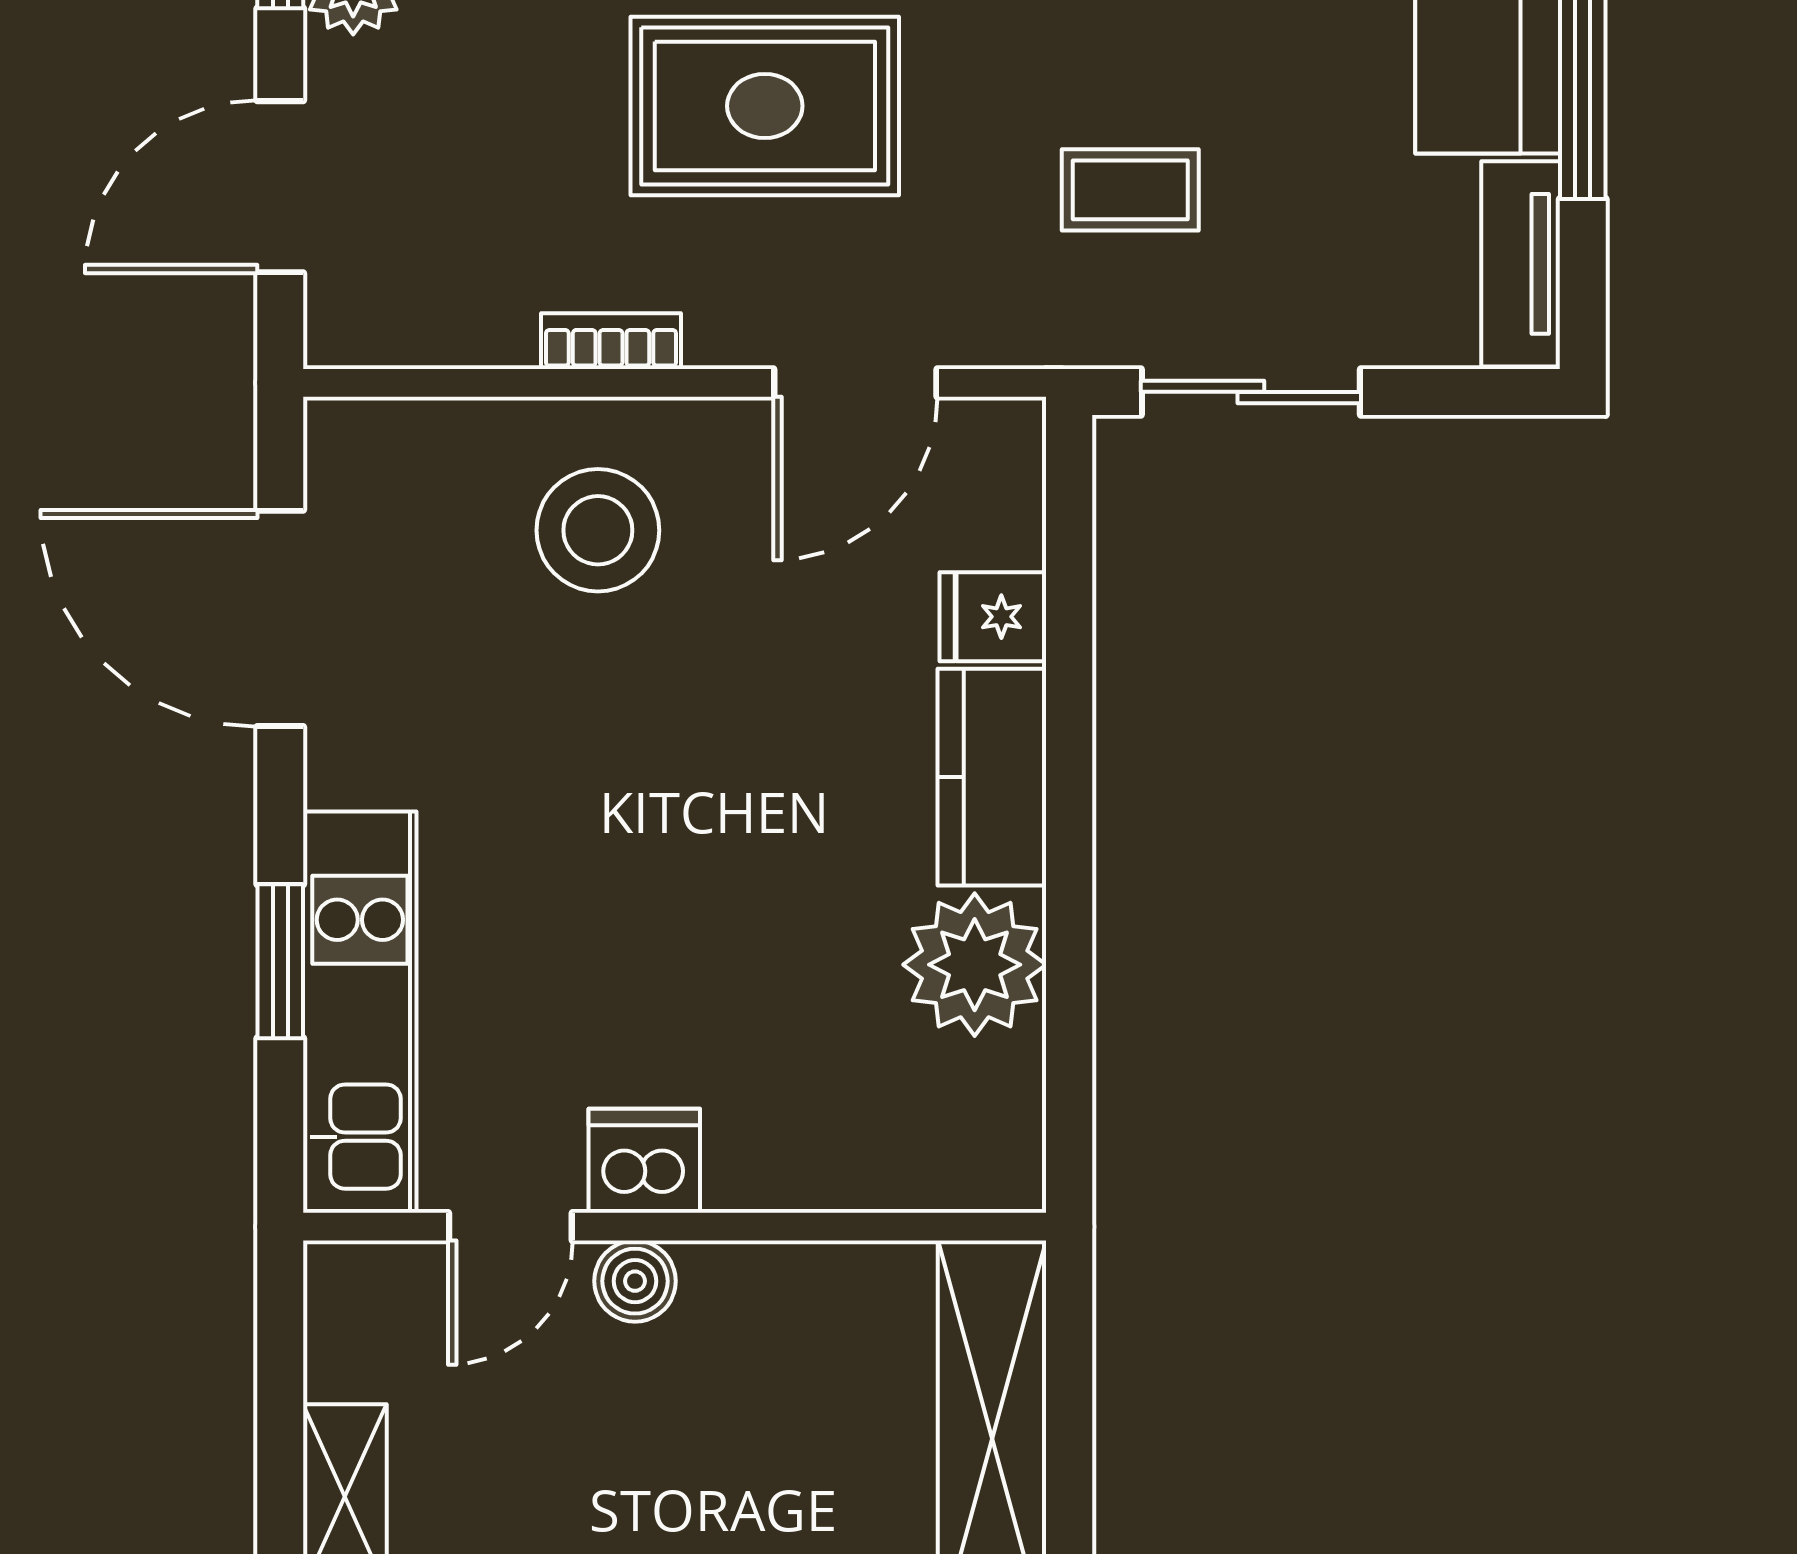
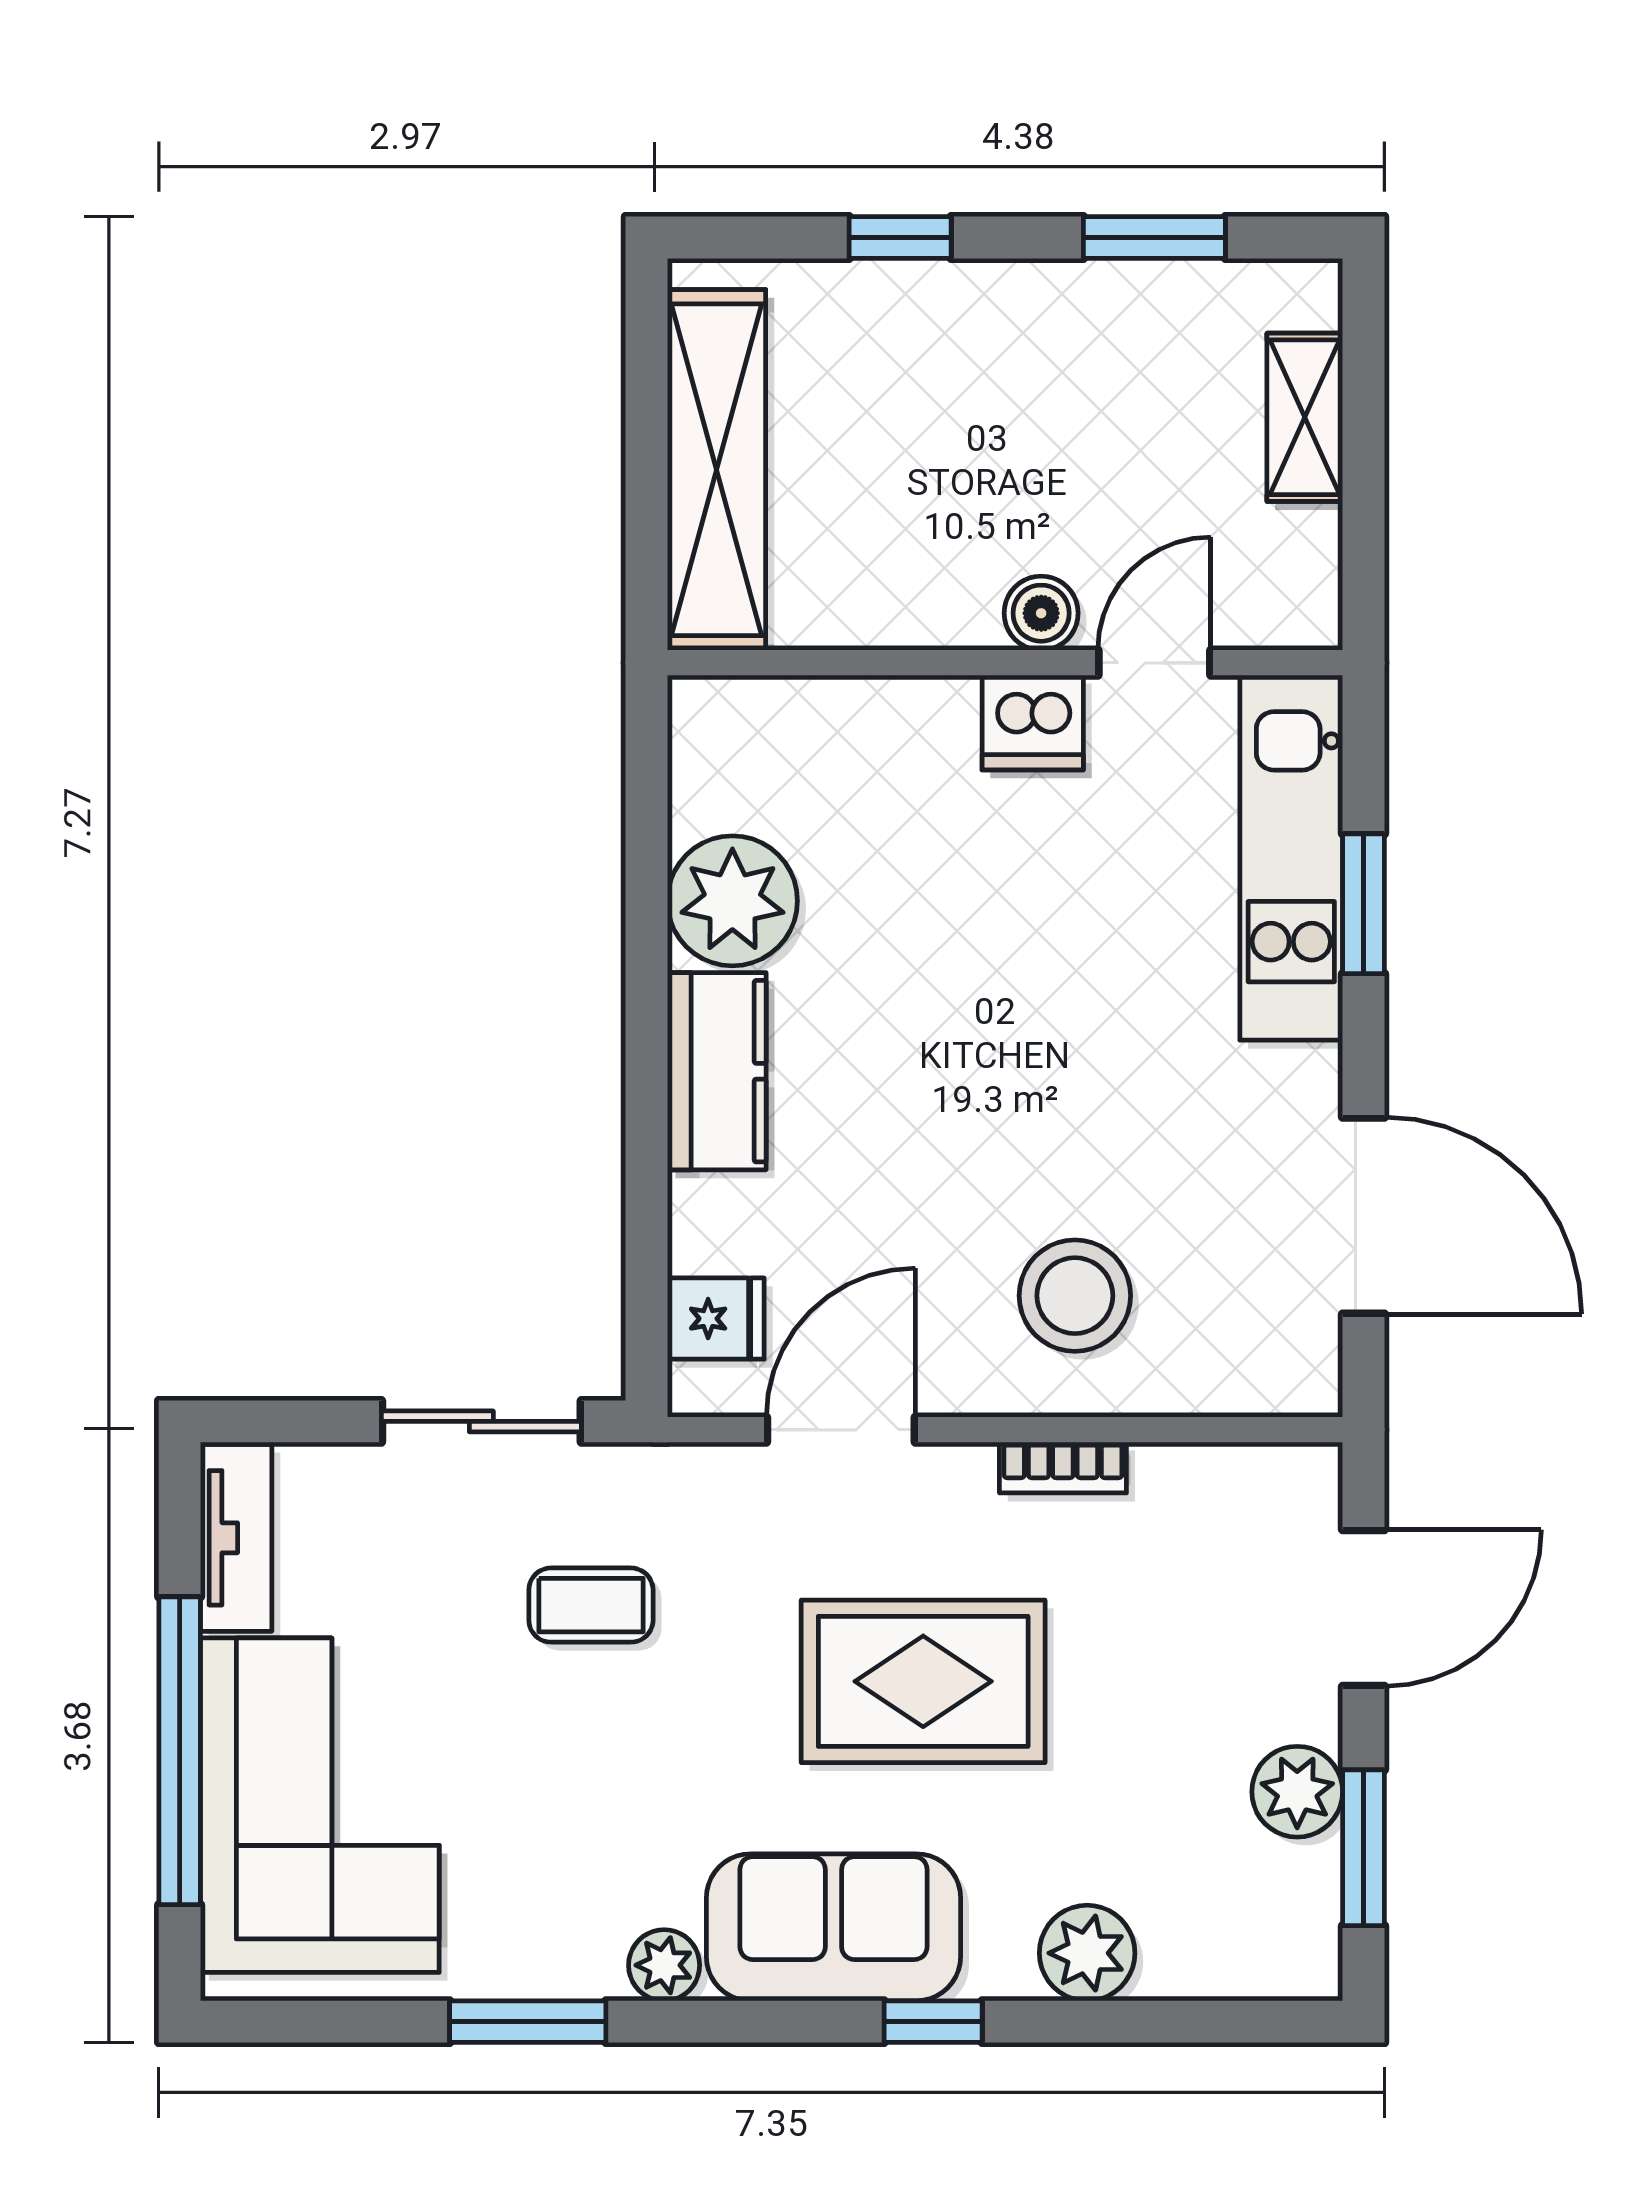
fridge: (993, 617) -> (716, 1319), moved

